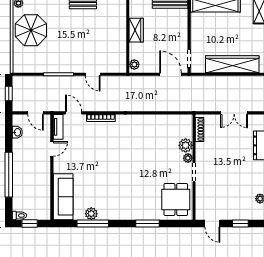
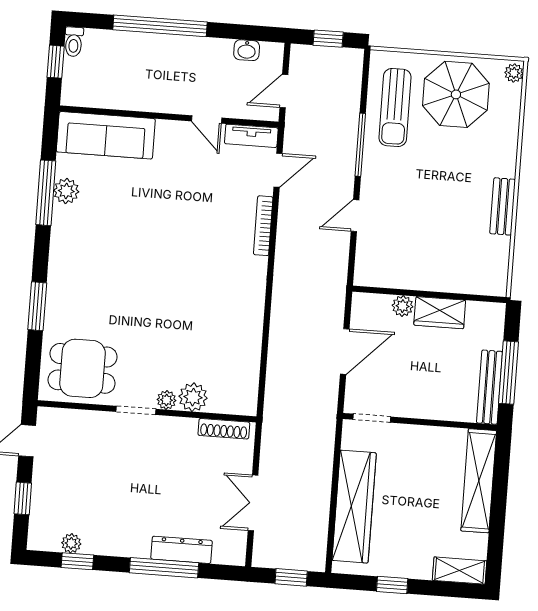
sun lounger: (39, 59) -> (395, 107), added
plant: (134, 64) -> (403, 306), moved
door: (171, 74) -> (345, 351), moved

